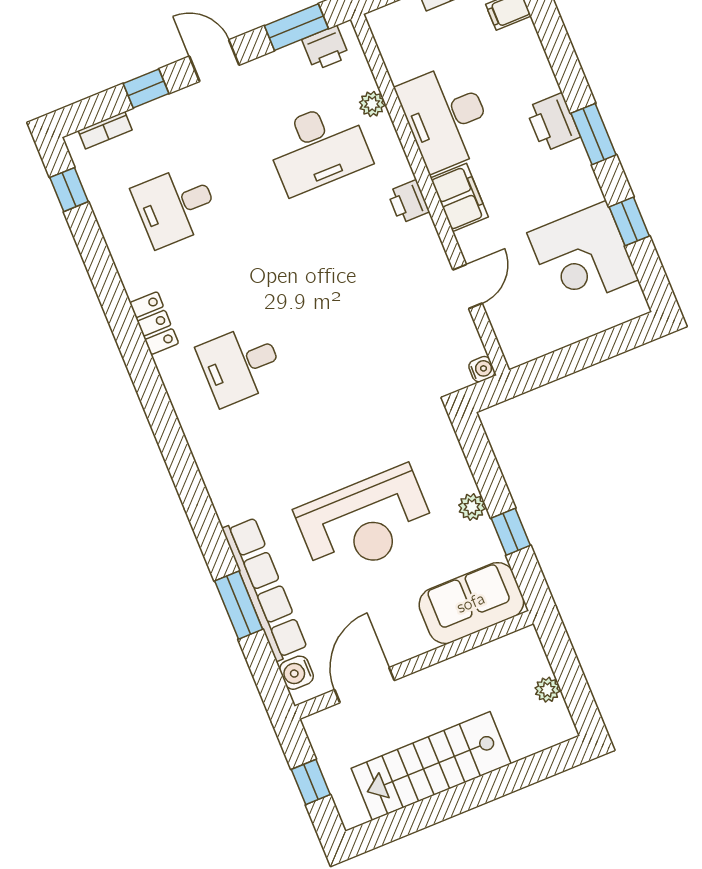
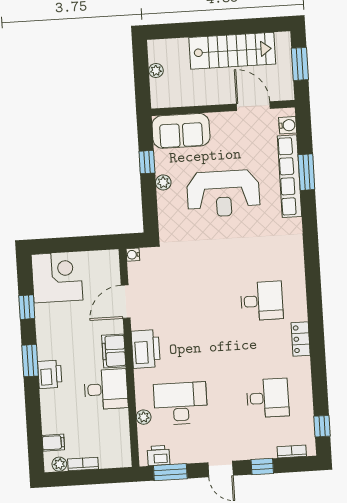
desk: (446, 117) -> (106, 389), width x0.73
printer: (408, 202) -> (146, 349), width x1.87, depth x1.48
corner desk: (583, 256) -> (57, 277), moved
door: (468, 287) -> (126, 302), width x1.37
reception desk: (365, 522) -> (223, 194), turned 180
door: (365, 685) -> (253, 106), swing flipped
window: (311, 782) -> (300, 64), width x1.50

